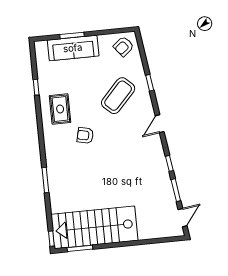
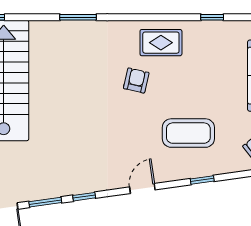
coffee table: (118, 96) -> (188, 133), turned -43
rug: (60, 109) -> (161, 43), moved
door: (160, 124) -> (142, 188), hinge flipped

